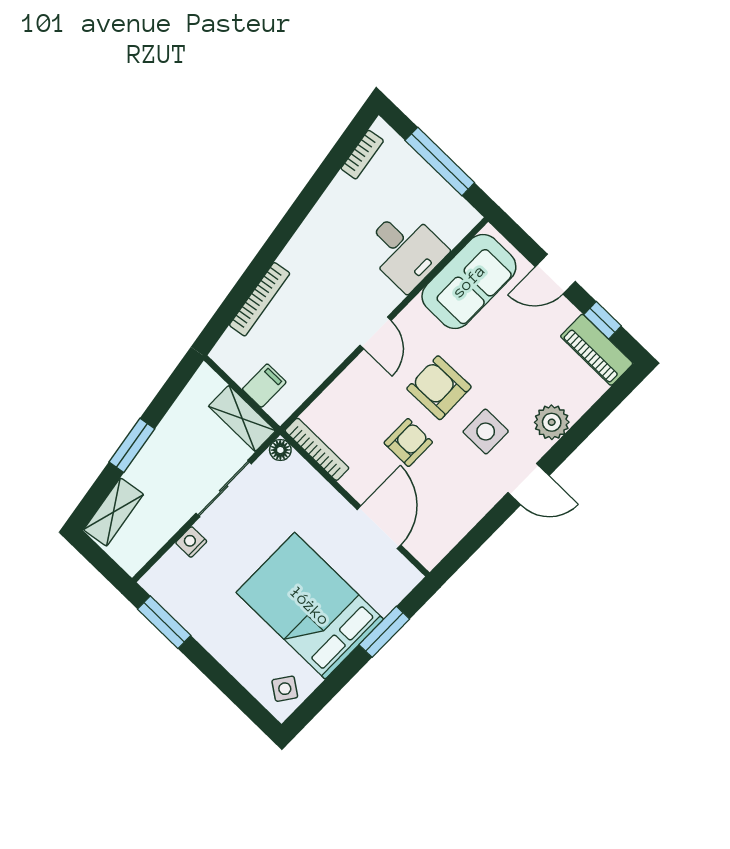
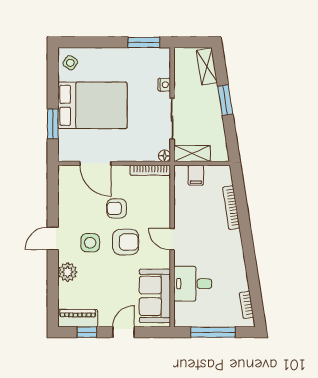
armchair: (408, 442) -> (117, 208), turned 90

